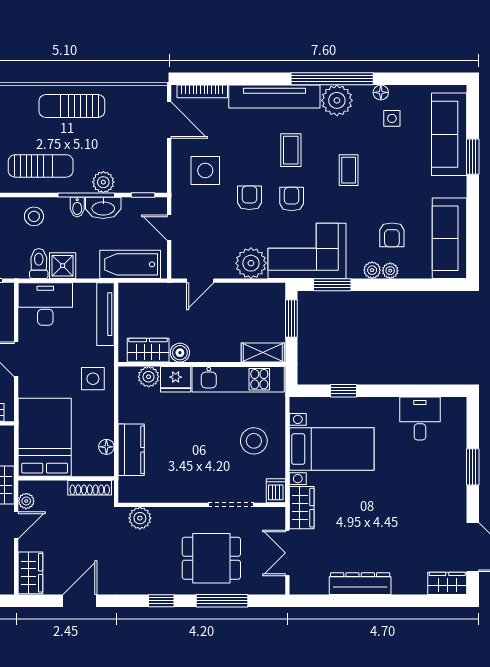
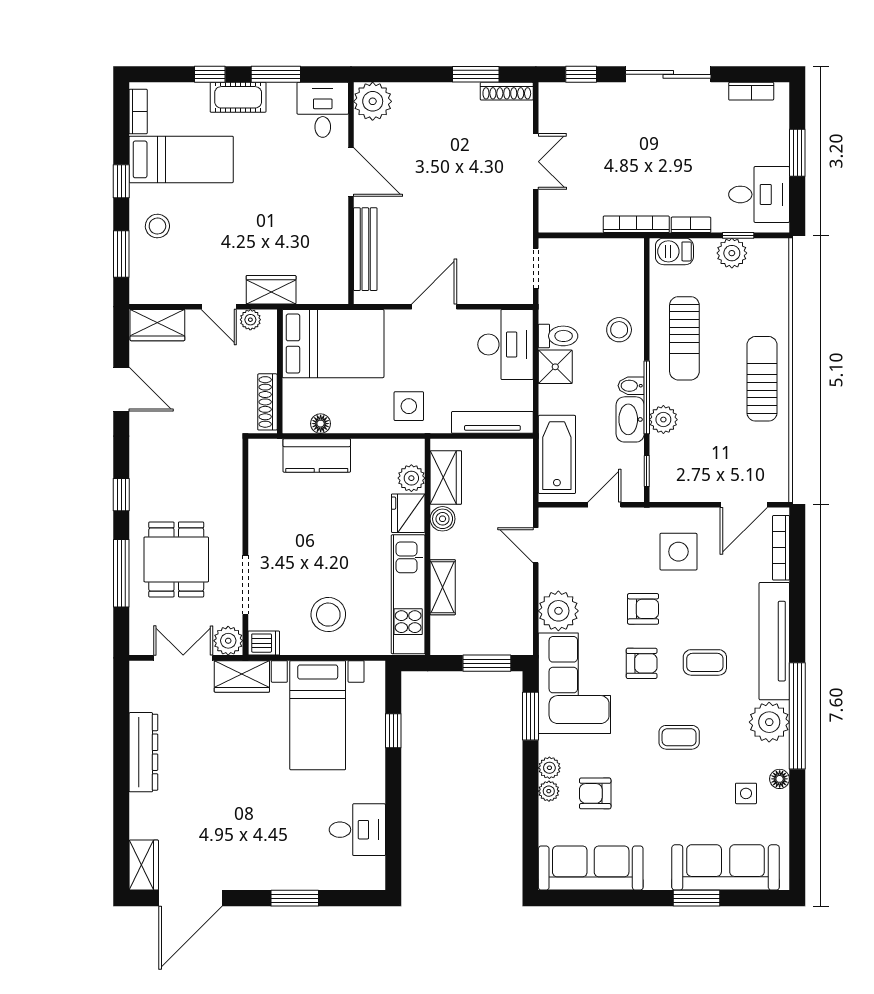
shelving: (263, 353) -> (443, 587), moved
plant: (140, 518) -> (228, 641), moved

